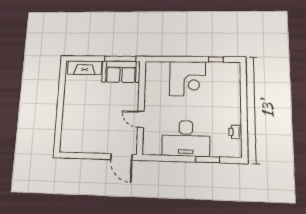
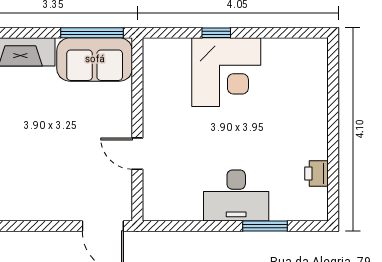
window: (216, 59) -> (216, 33), moved
desk: (186, 138) -> (236, 195), width x0.73, depth x0.77

